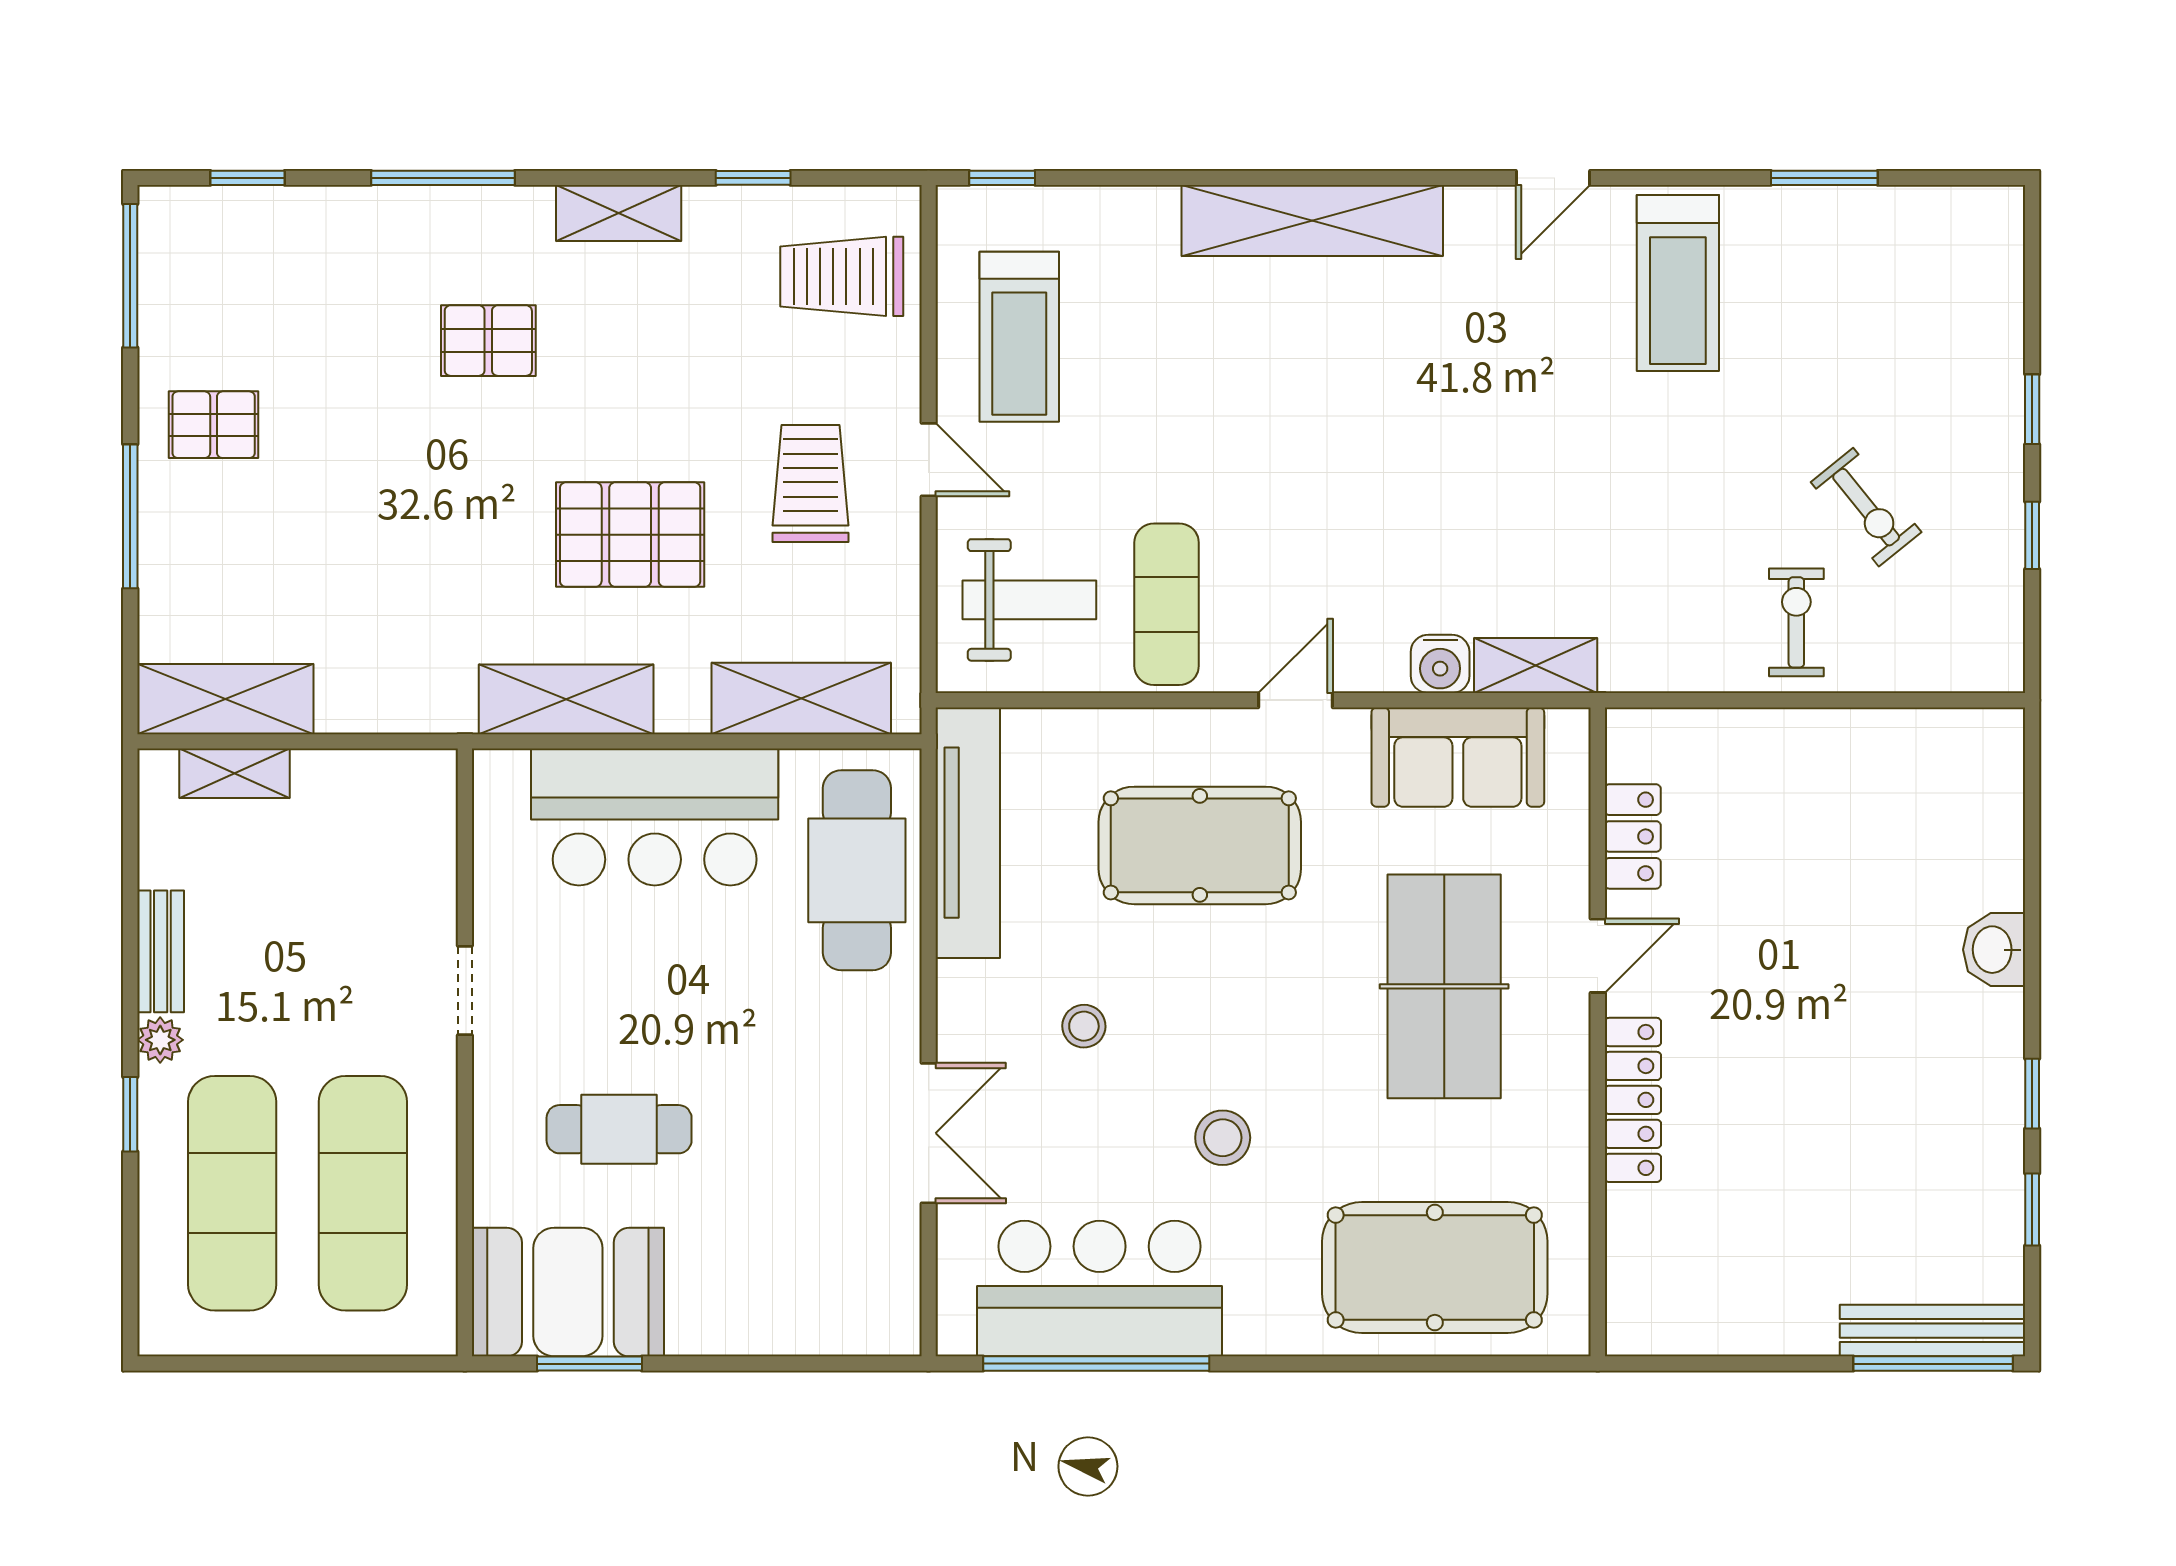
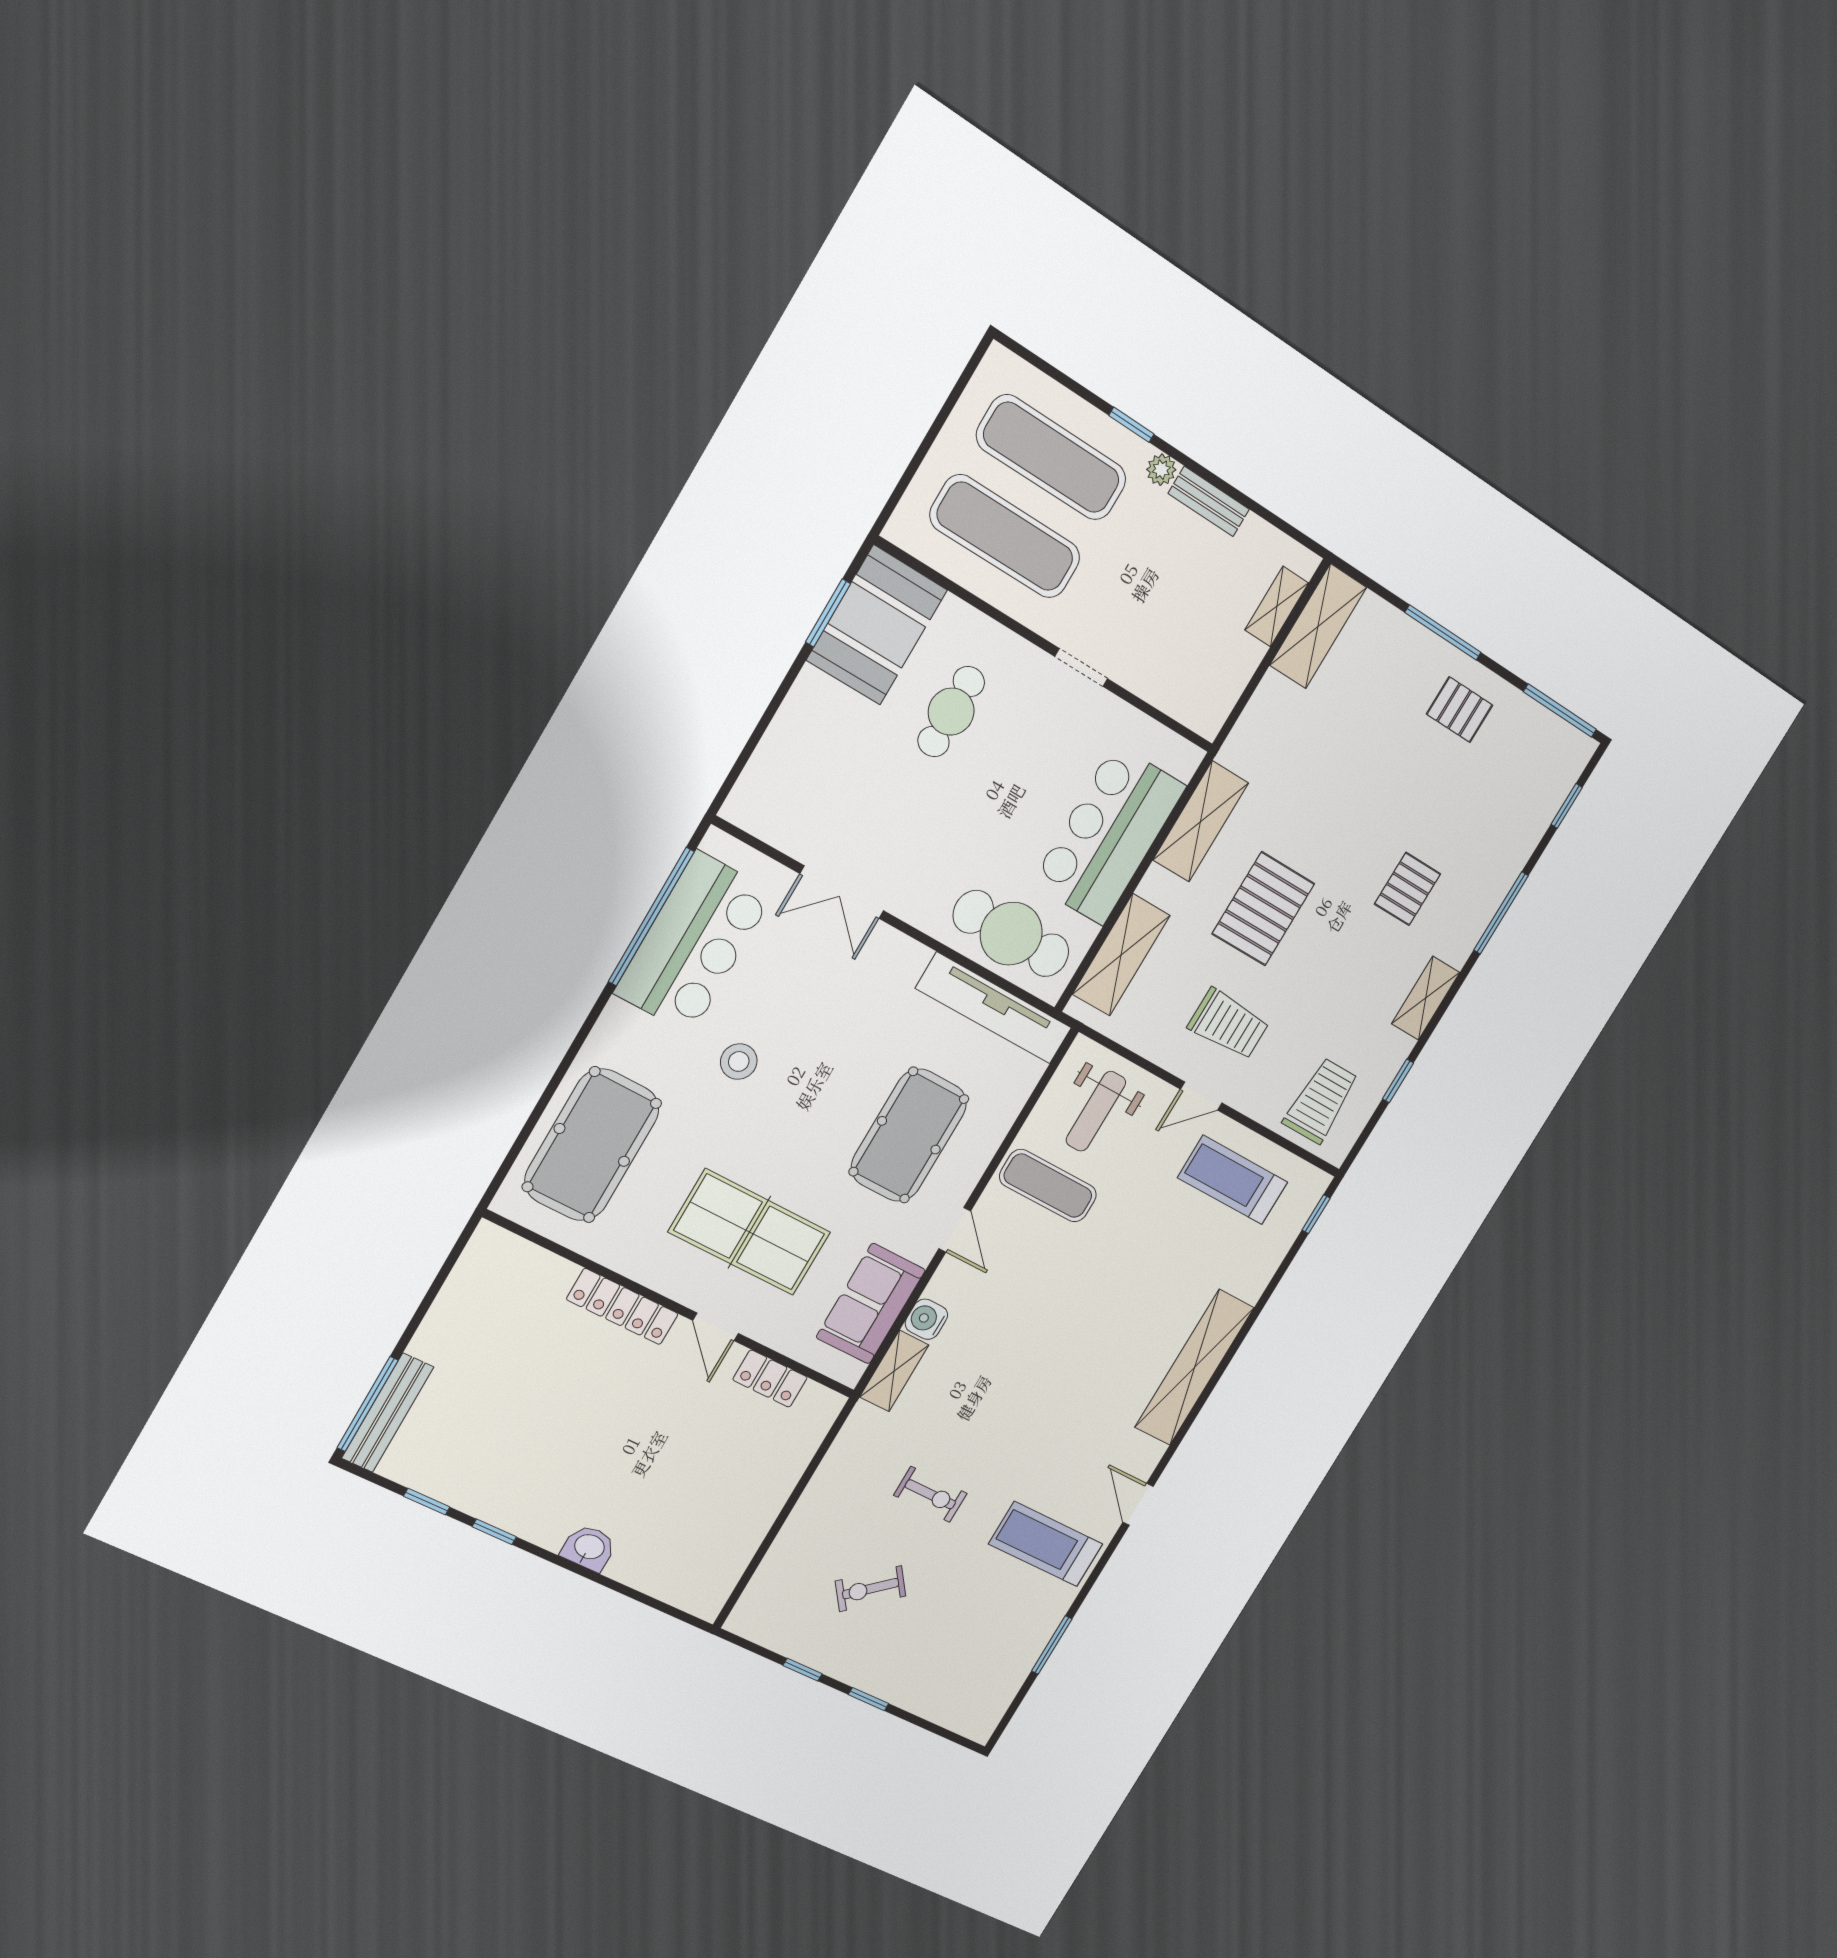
pallet: (214, 425) -> (1460, 710), turned 90
exercise bike: (1796, 622) -> (930, 1494), moved
stool: (1084, 1026) -> (849, 1016), removed

